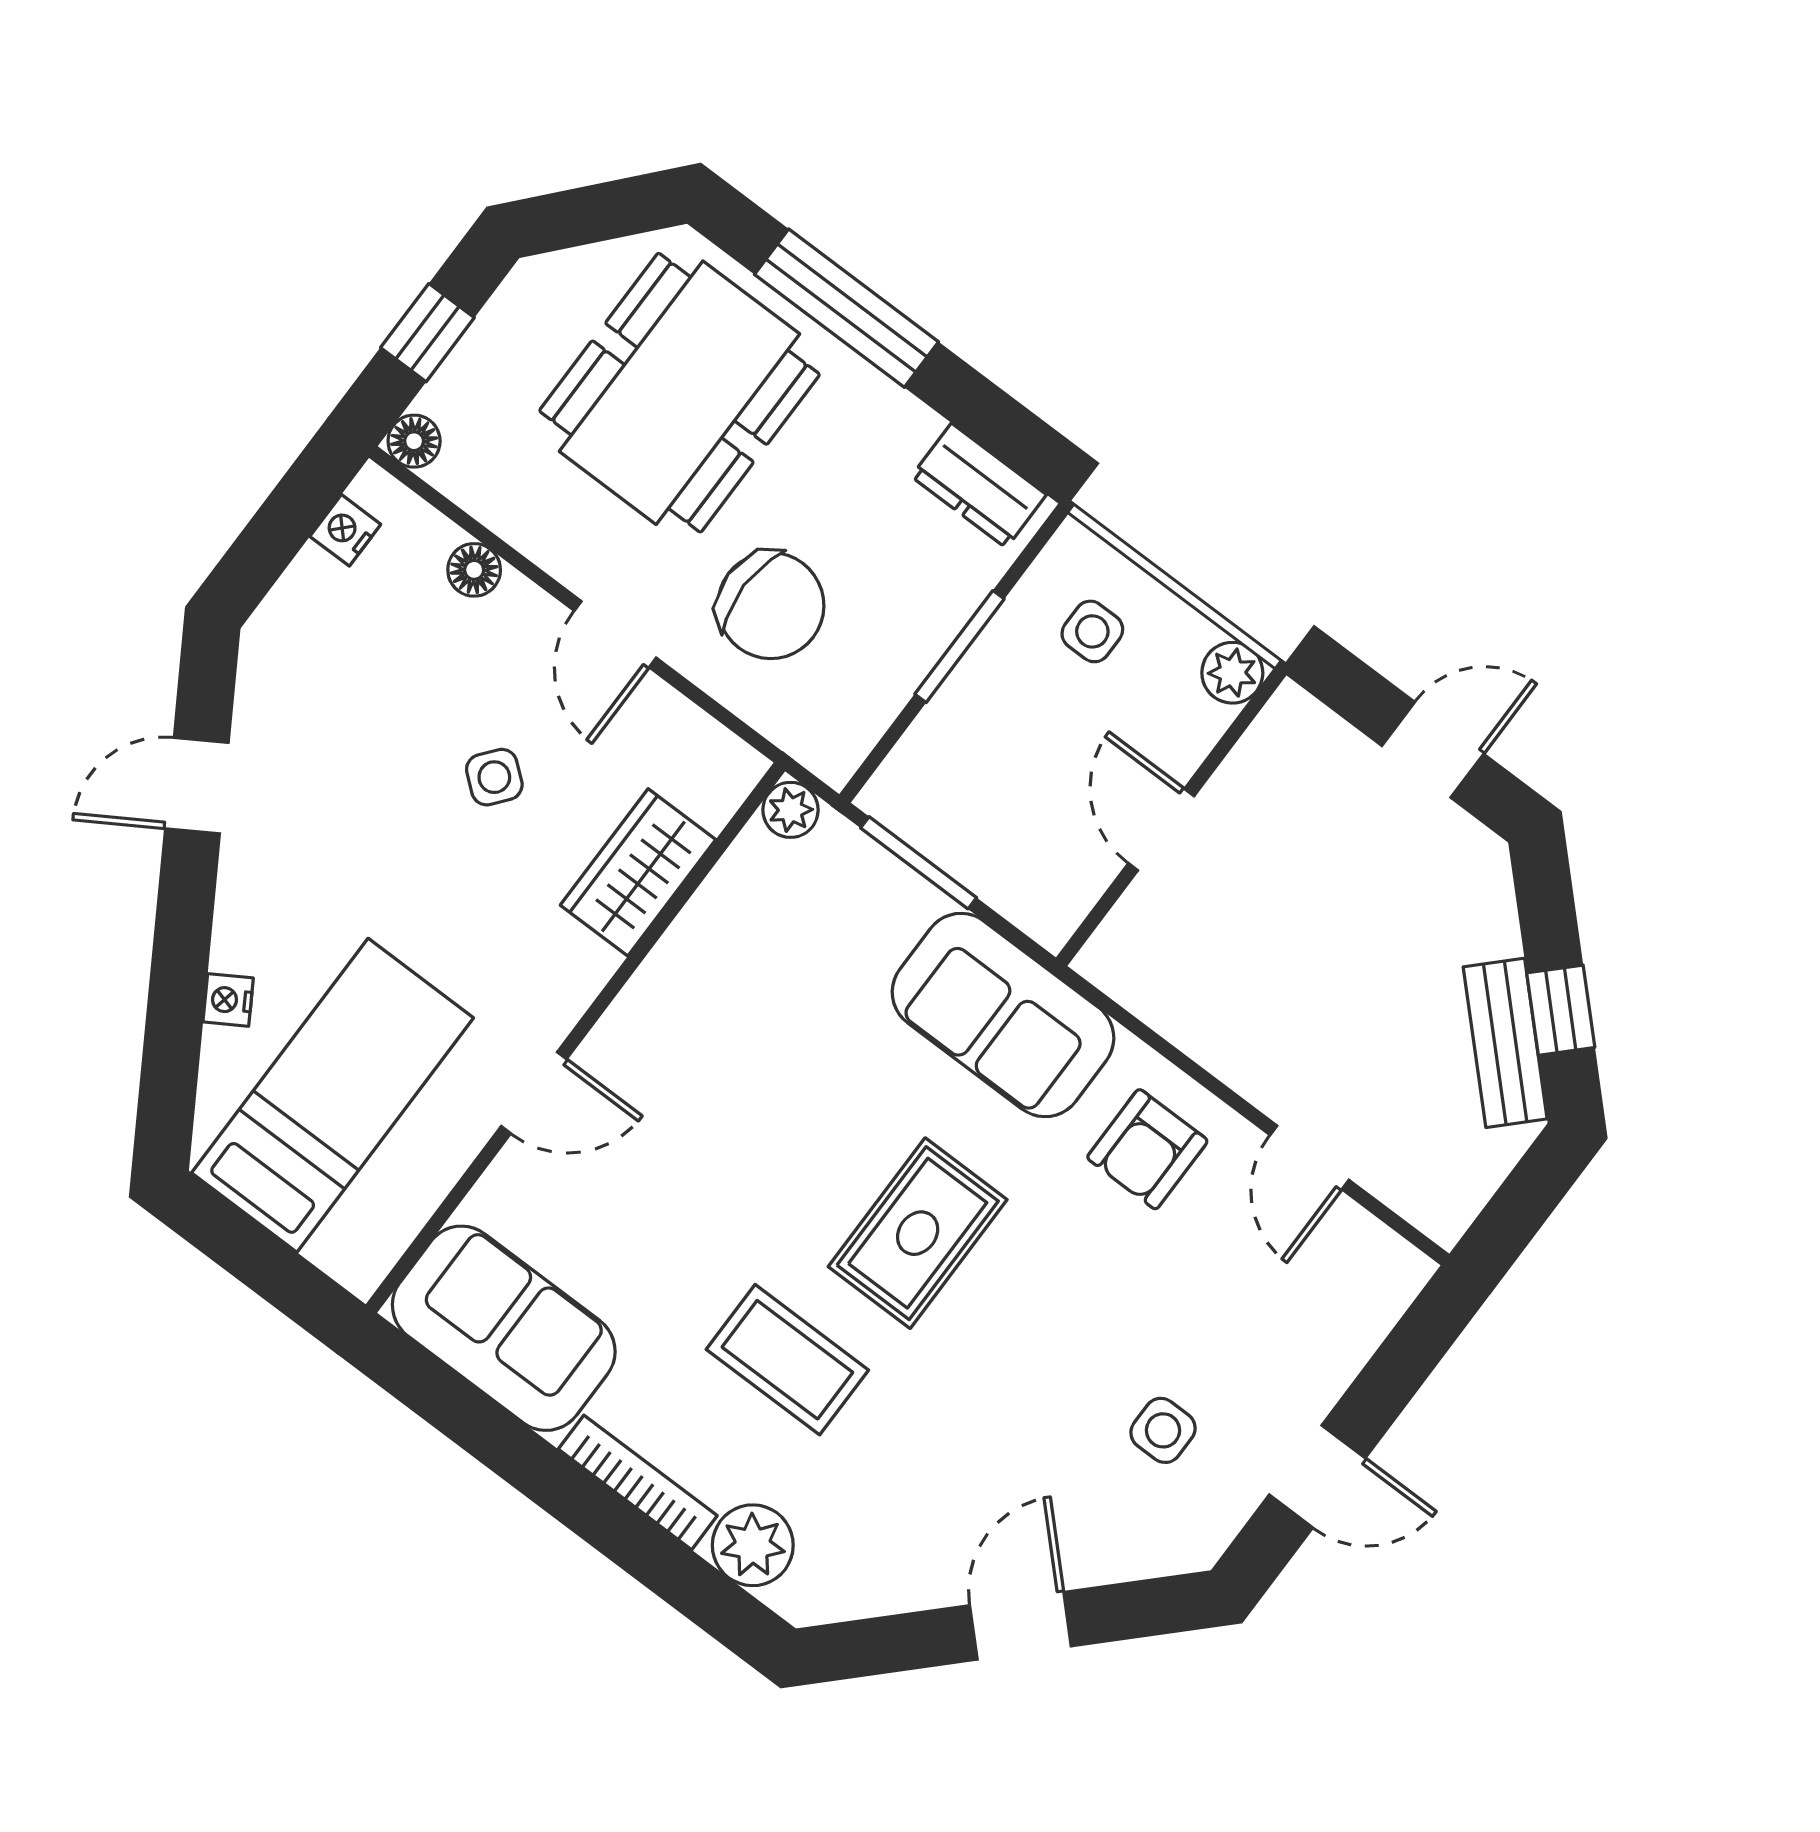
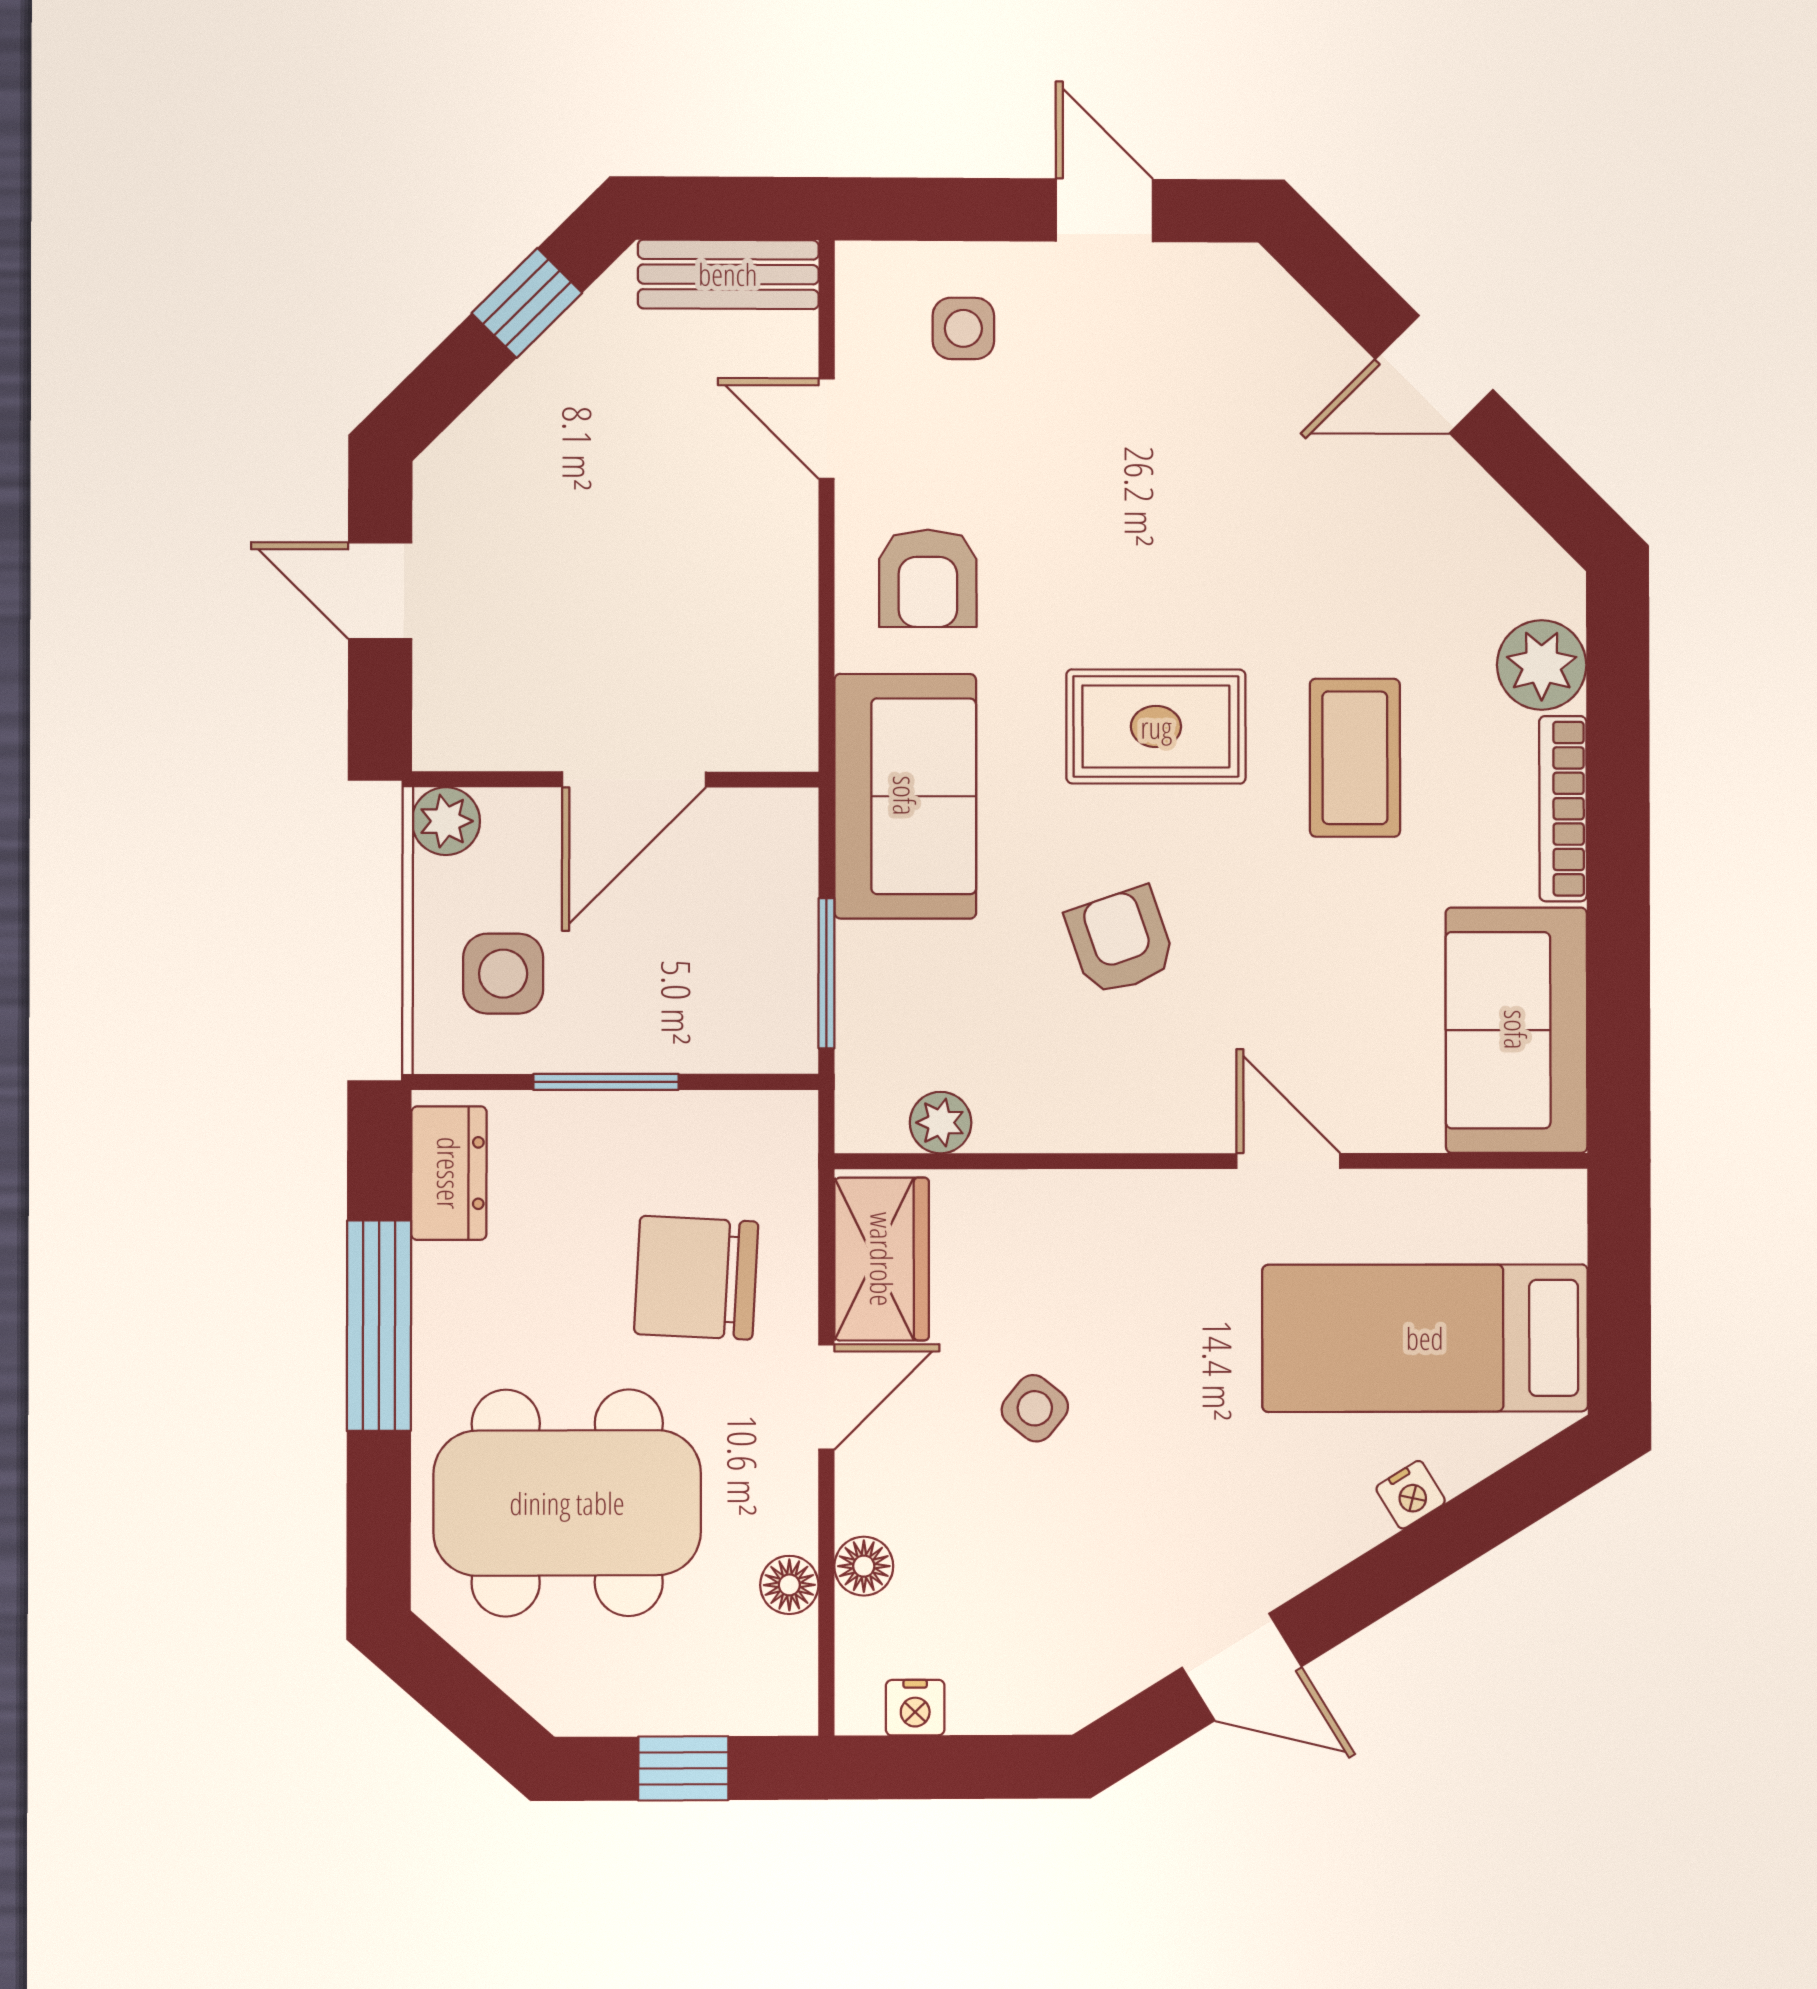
window: (847, 308) -> (379, 1326), moved
floor lamp: (414, 441) -> (789, 1585), moved
chair: (771, 606) -> (696, 1278), turned -87
side table: (1092, 631) -> (503, 974), width x1.37, depth x1.37
plant: (791, 810) -> (941, 1123), moved
door: (1161, 830) -> (634, 779), width x1.38
wardrobe: (638, 872) -> (882, 1259), moved, turned -90
bench: (1505, 1043) -> (728, 274), moved, turned 45
armchair: (783, 1091) -> (1121, 941), added
armchair: (1147, 1149) -> (928, 578), turned 90
door: (1310, 1157) -> (827, 429), swing flipped
side table: (1163, 1430) -> (963, 328), moved

